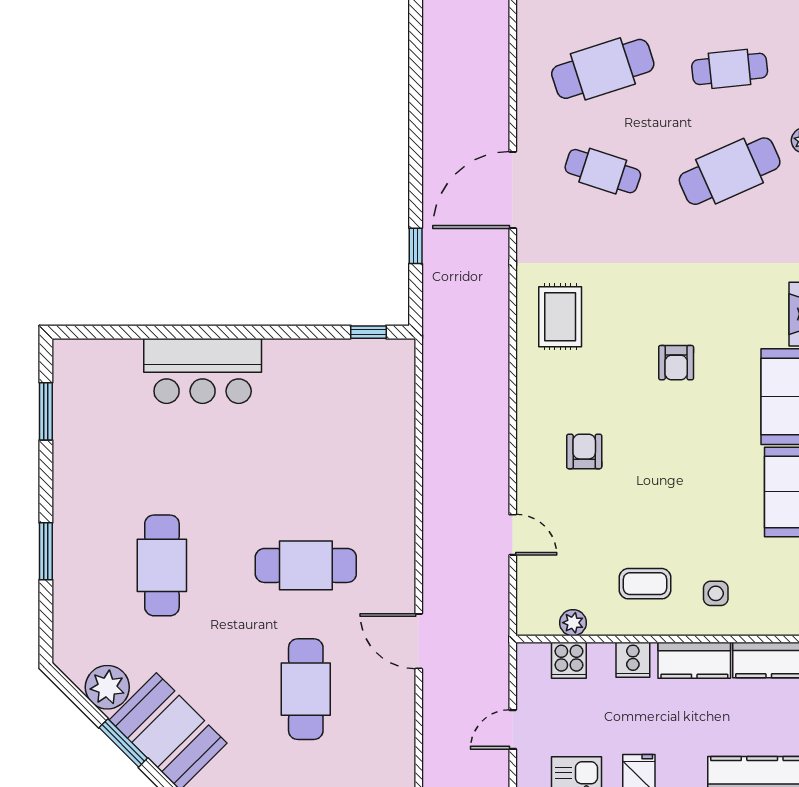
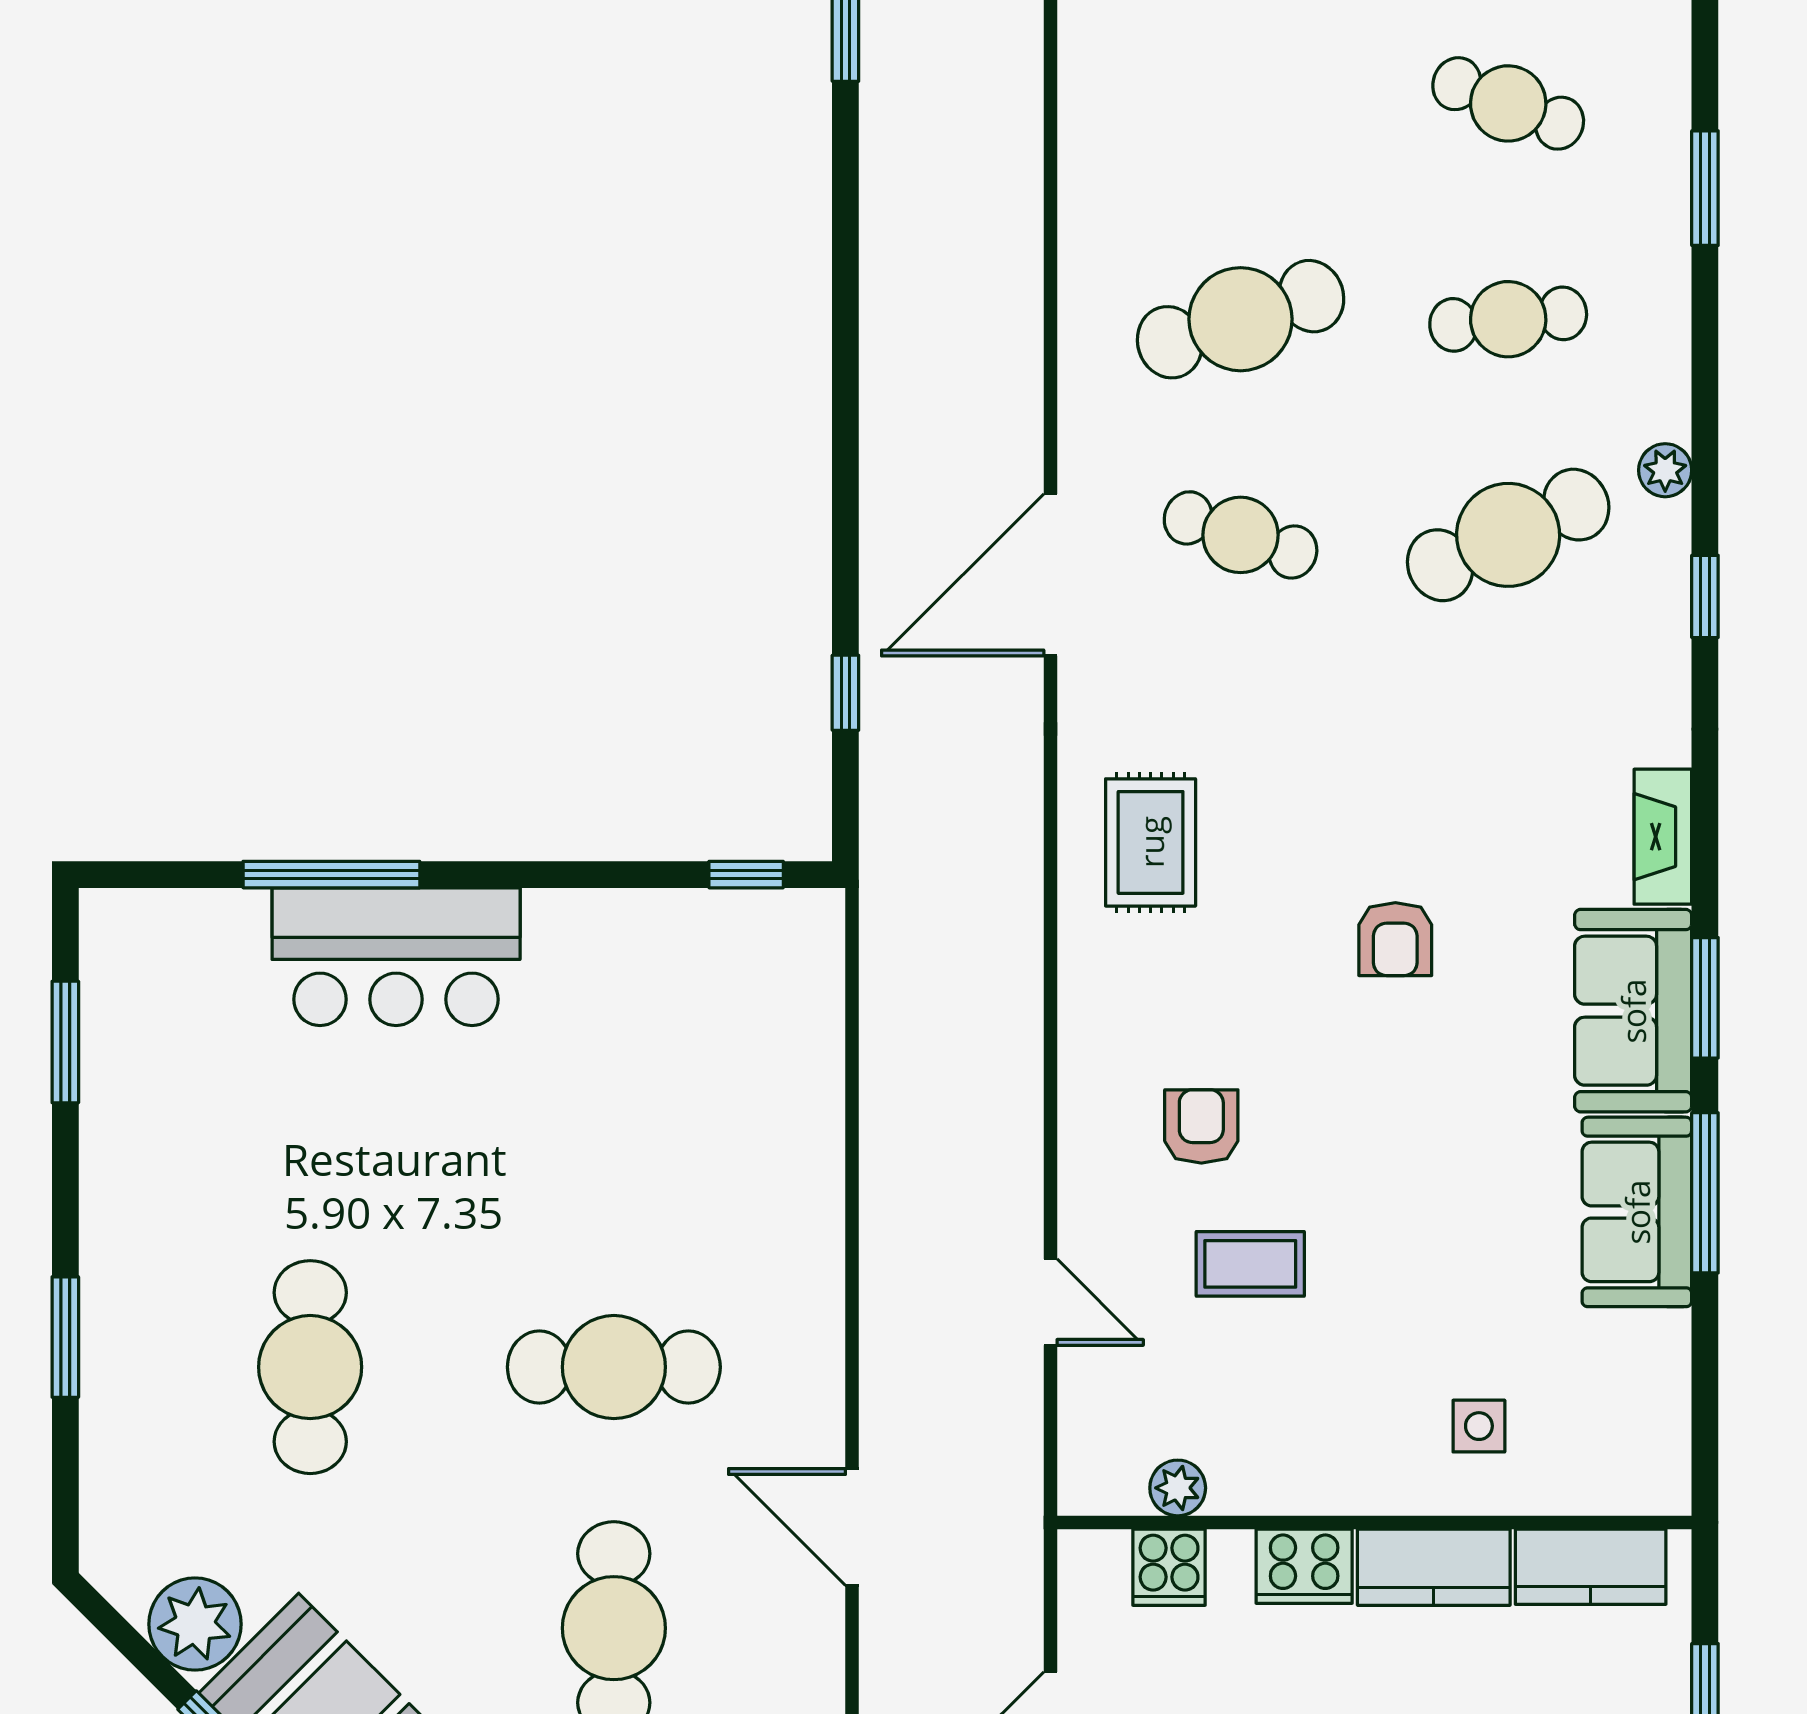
window: (172, 332) -> (331, 875), added
coffee table: (645, 584) -> (1250, 1264), moved
cooker: (633, 660) -> (1304, 1566), width x1.36

